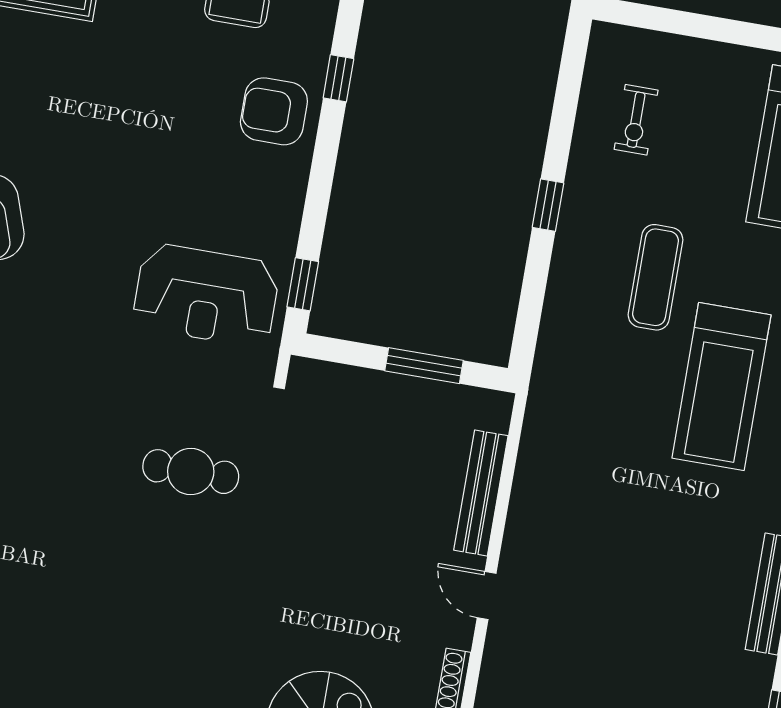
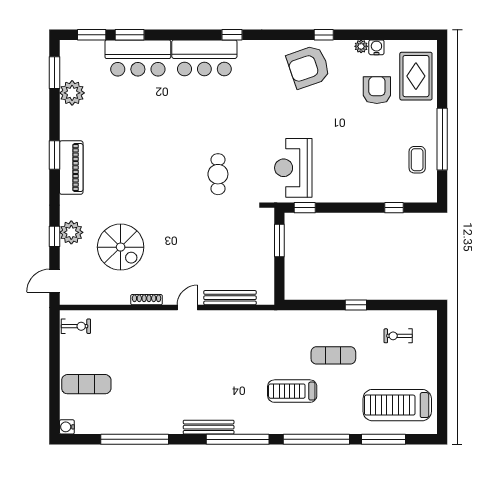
armchair: (274, 111) -> (377, 90), moved
window: (424, 366) -> (279, 241), moved
treadmill: (721, 386) -> (292, 391), width x0.73, depth x0.73

